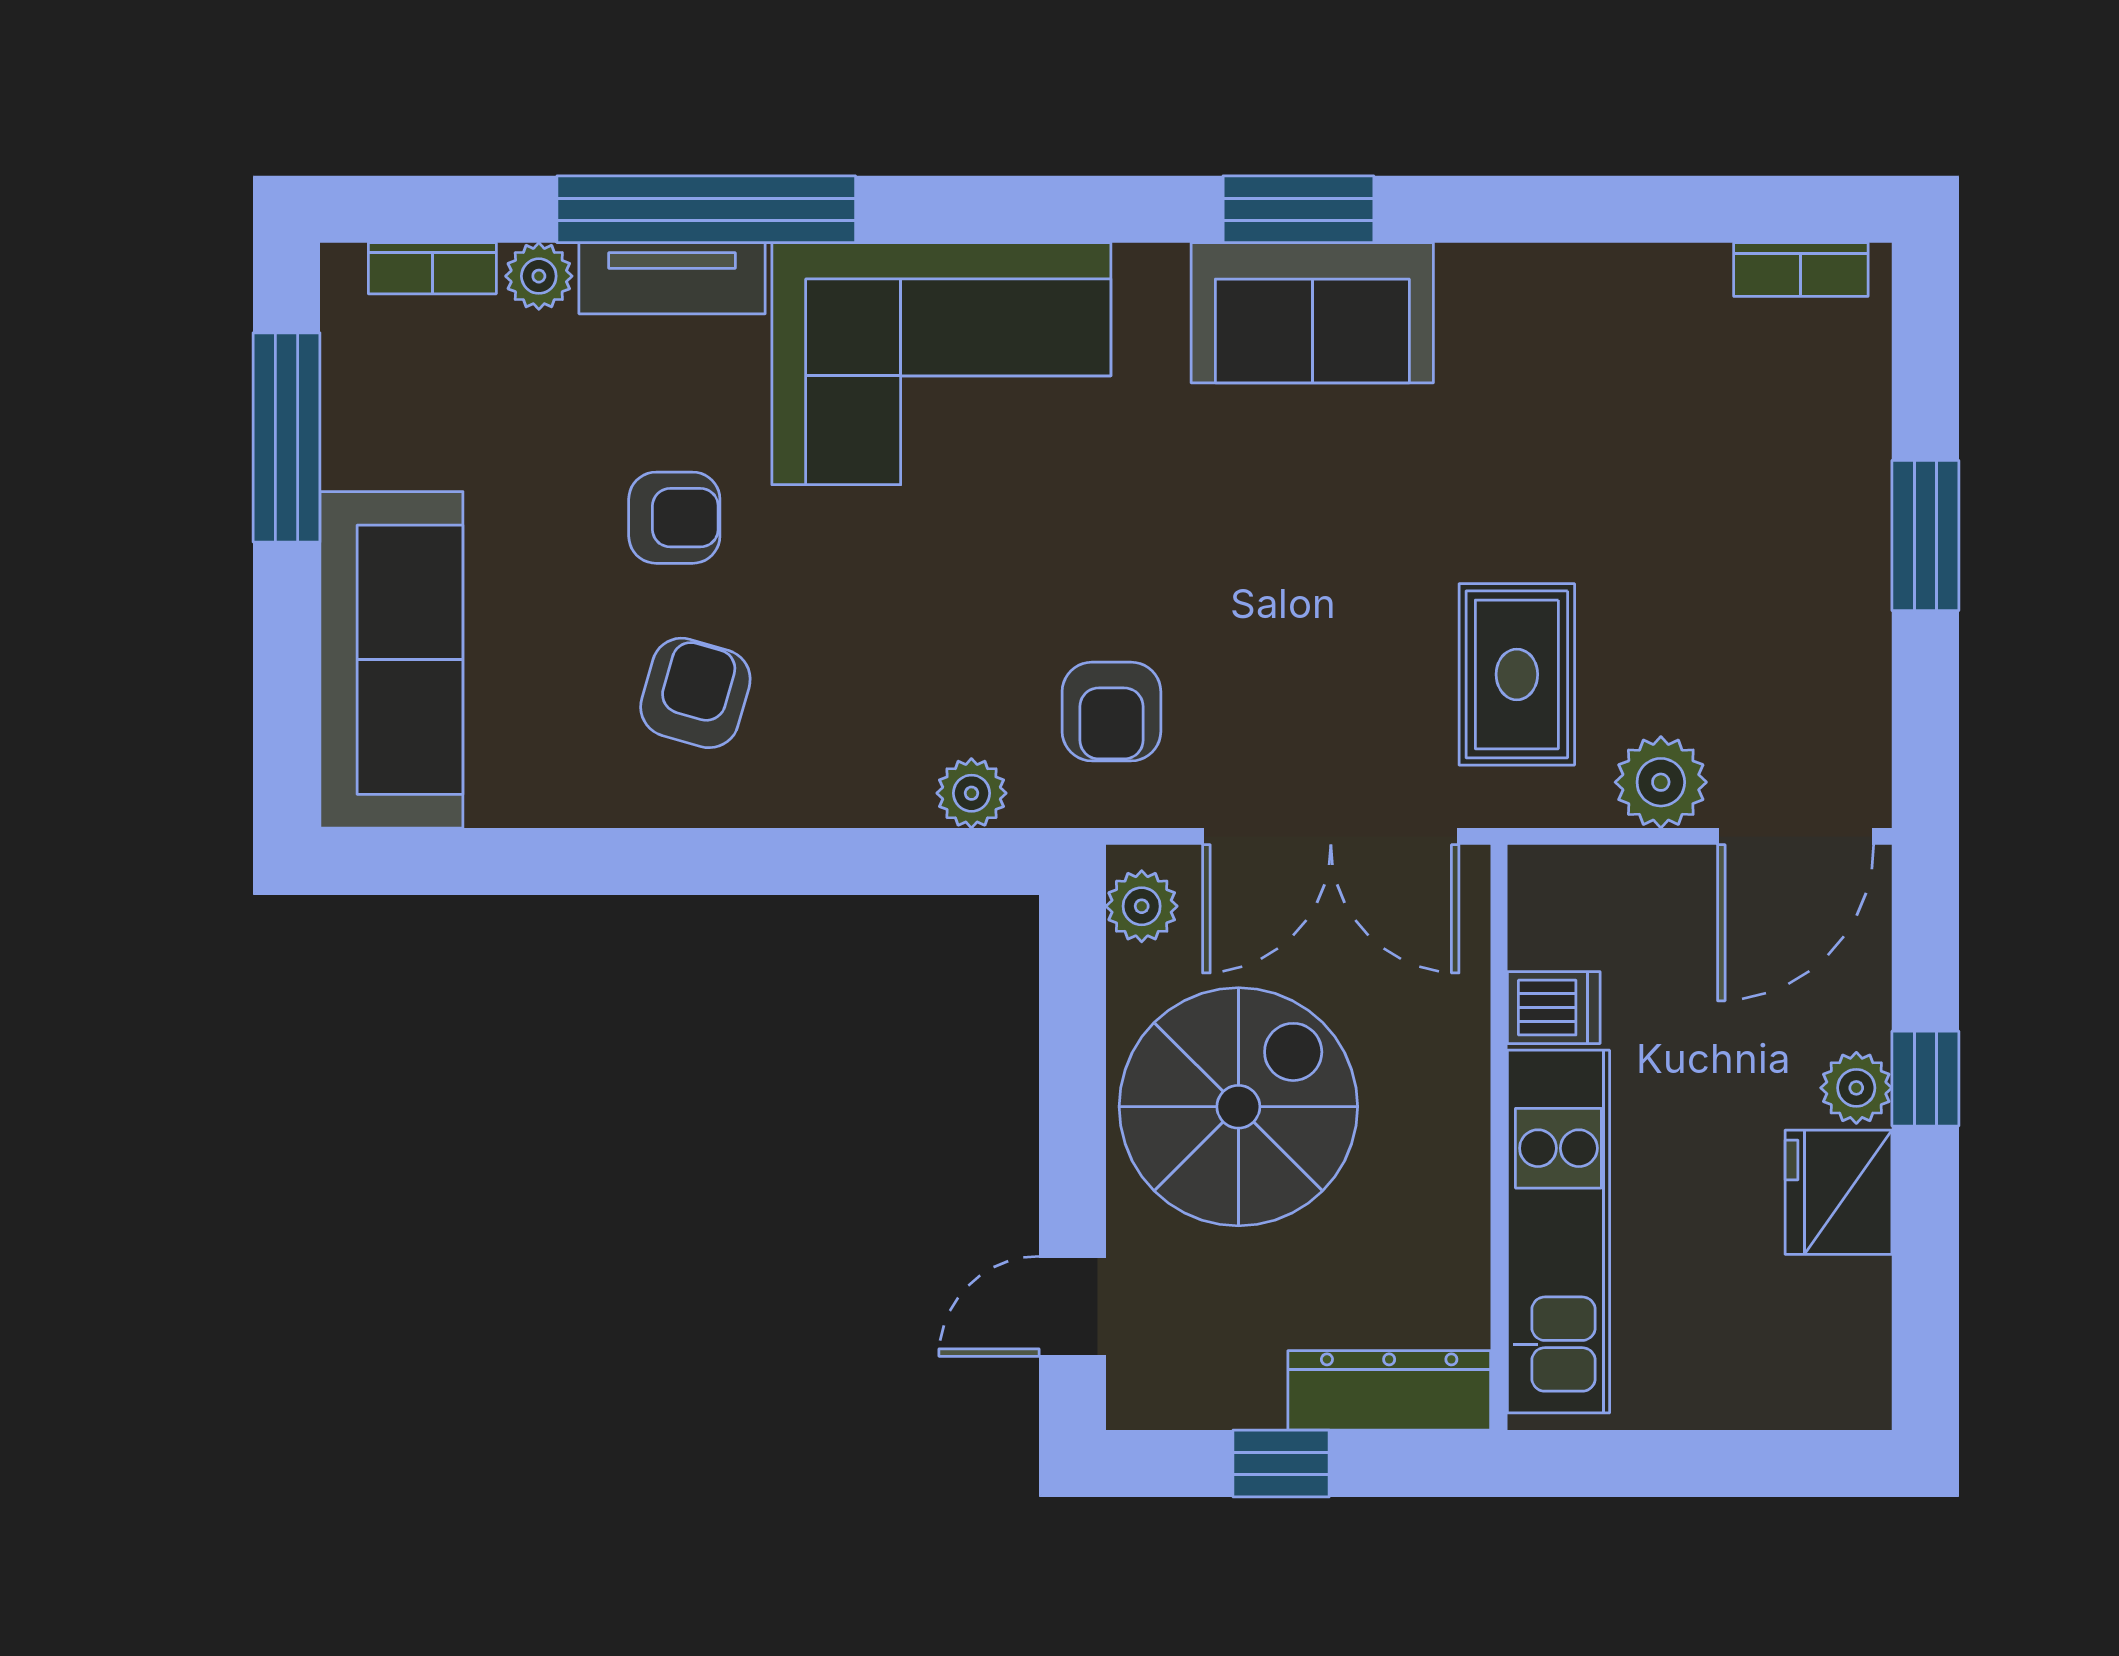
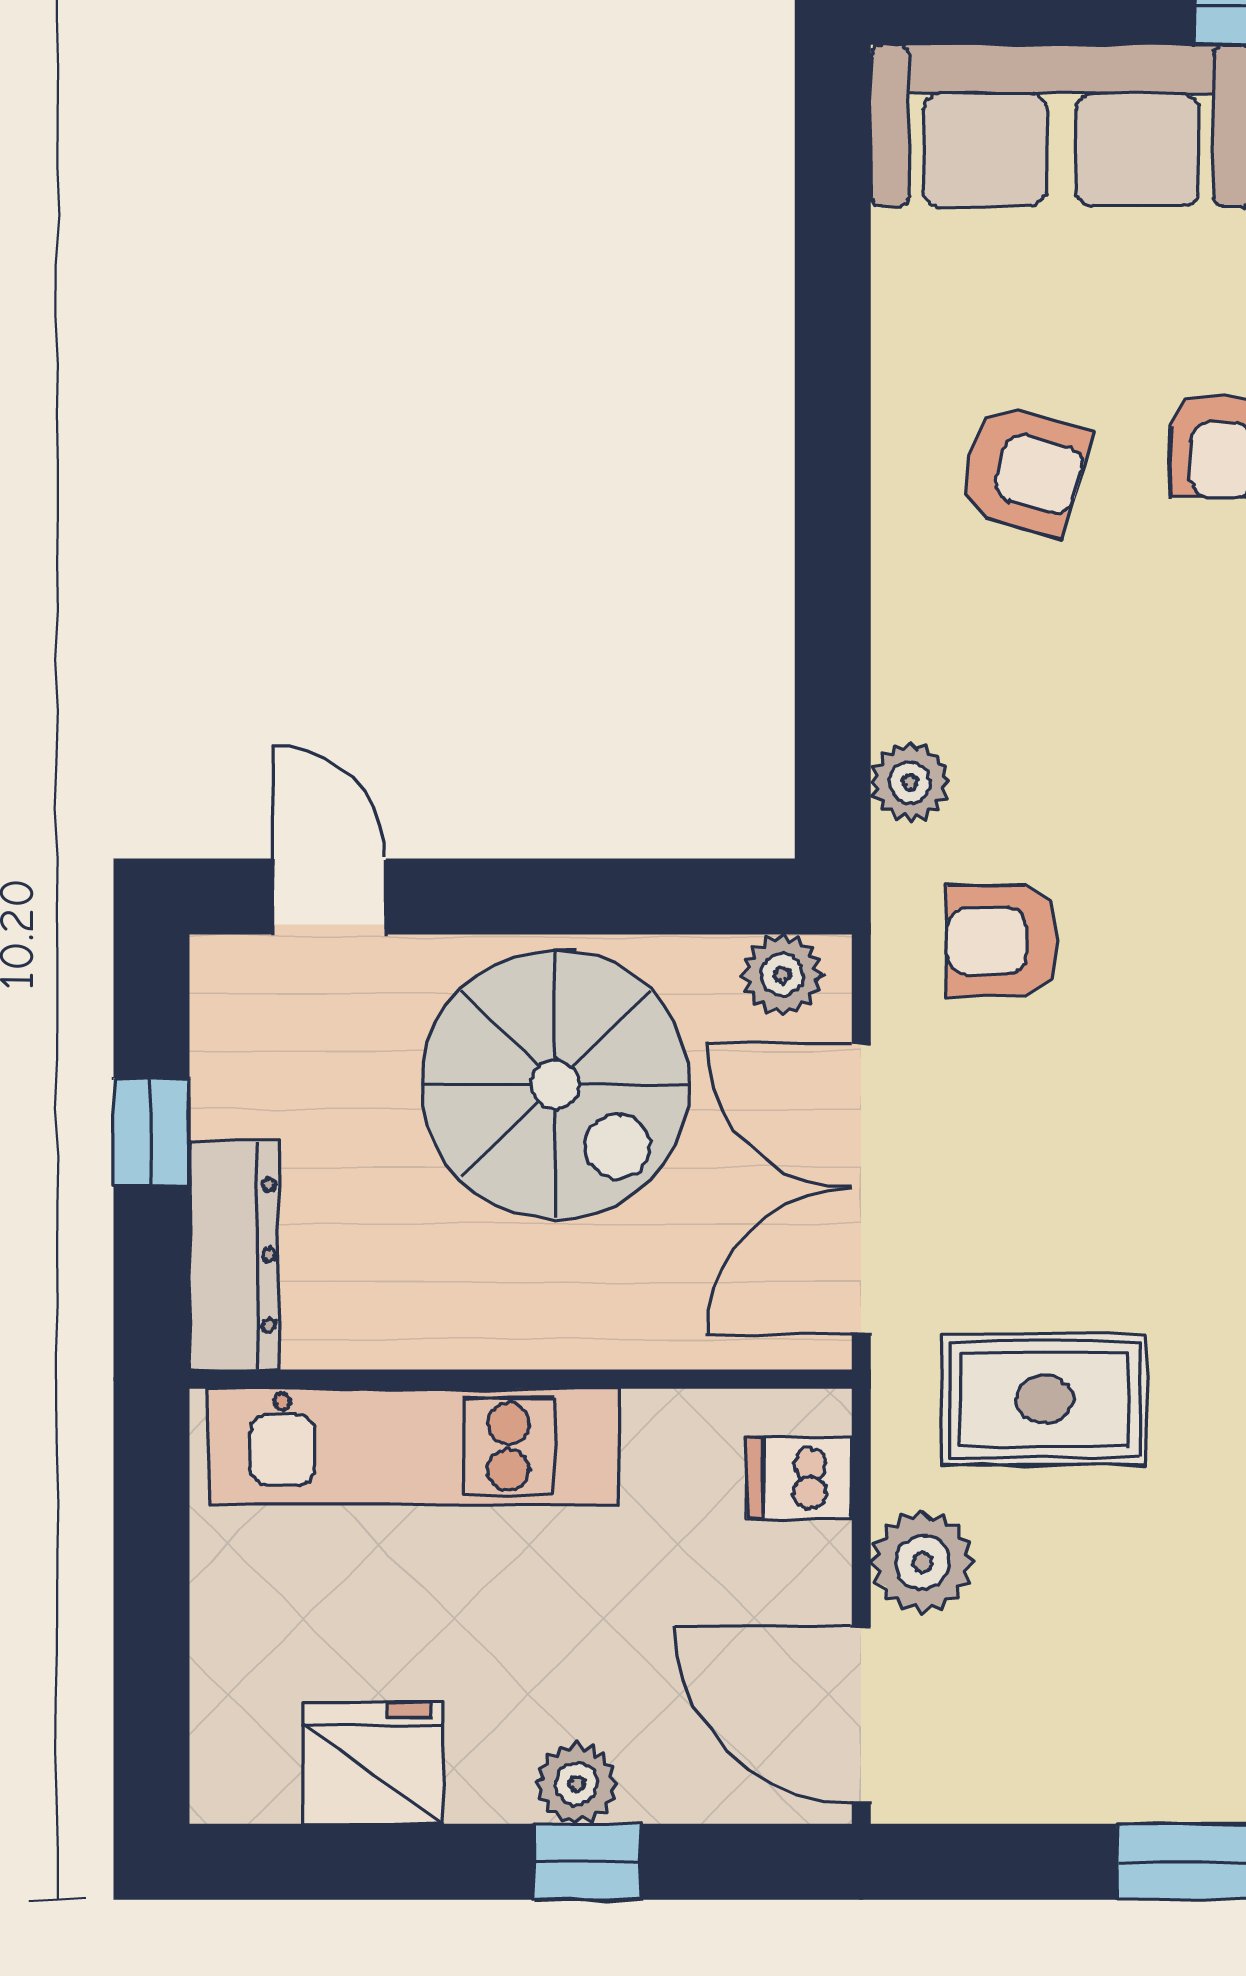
dishwasher: (1554, 1008) -> (799, 1478), moved, turned 90
fridge: (1839, 1192) -> (373, 1763), moved

